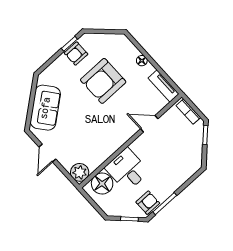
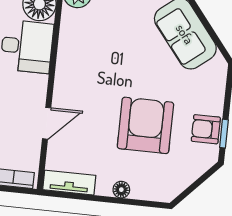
armchair: (76, 54) -> (206, 129), turned -90

